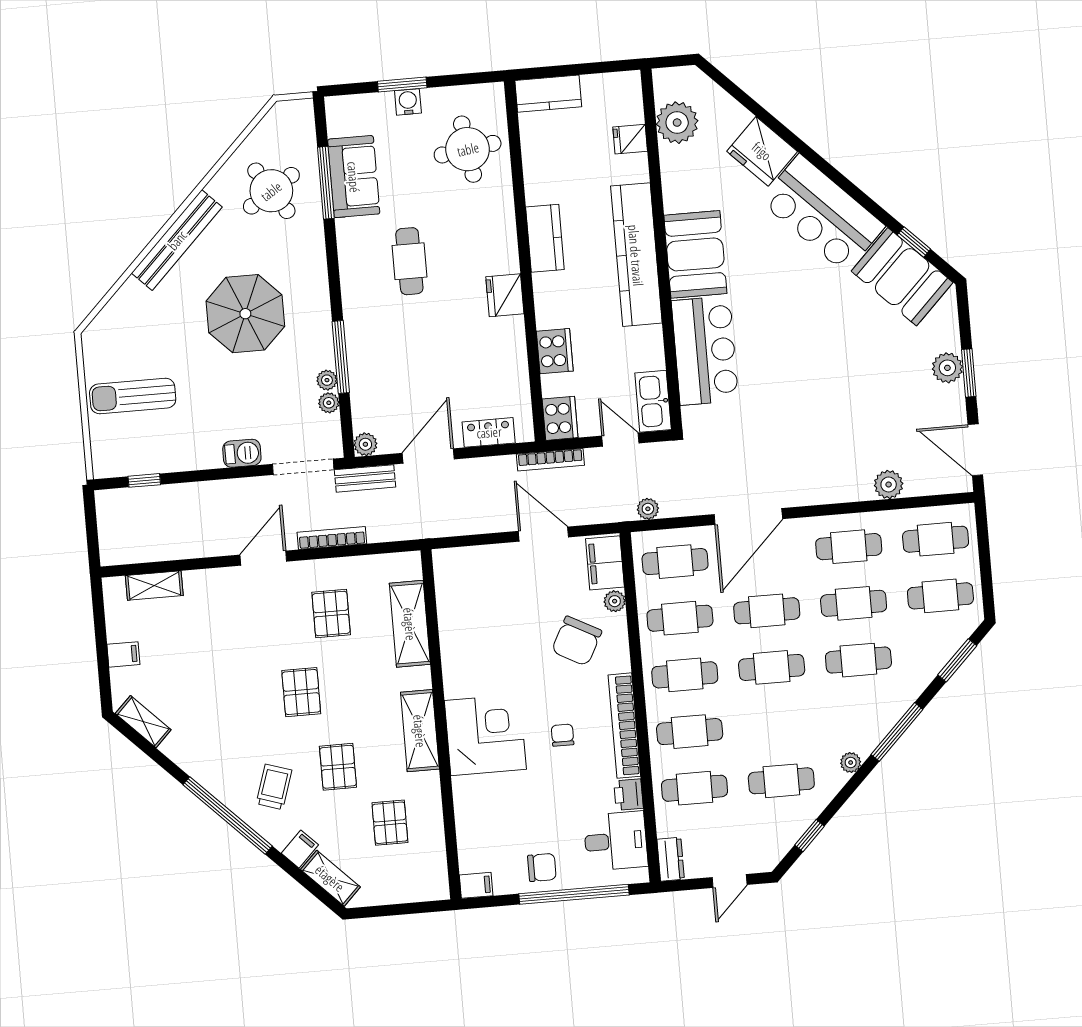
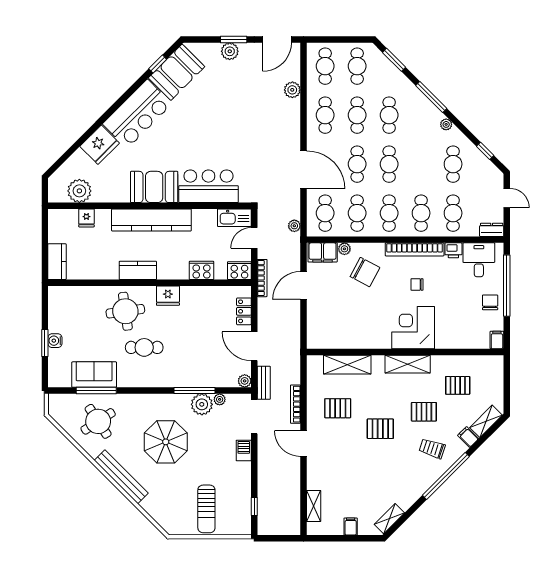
round table: (468, 149) -> (125, 311), moved
plant: (327, 380) -> (202, 404), width x1.88, depth x1.88

